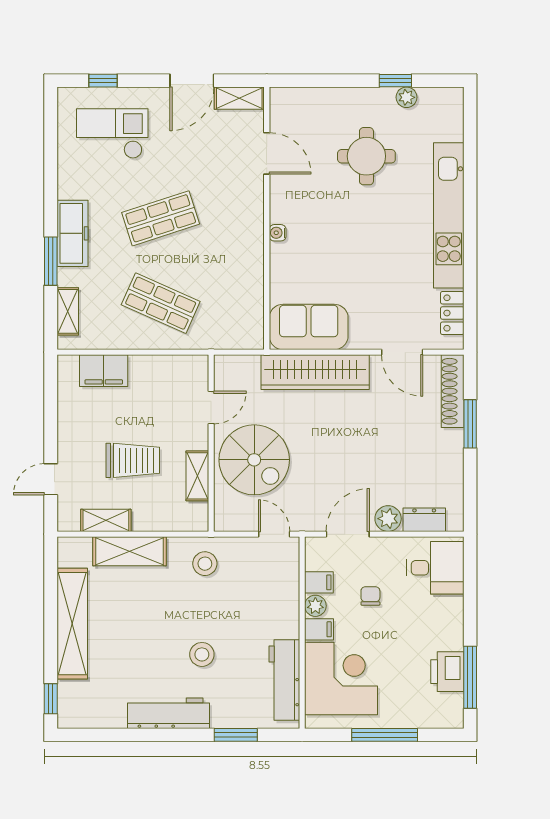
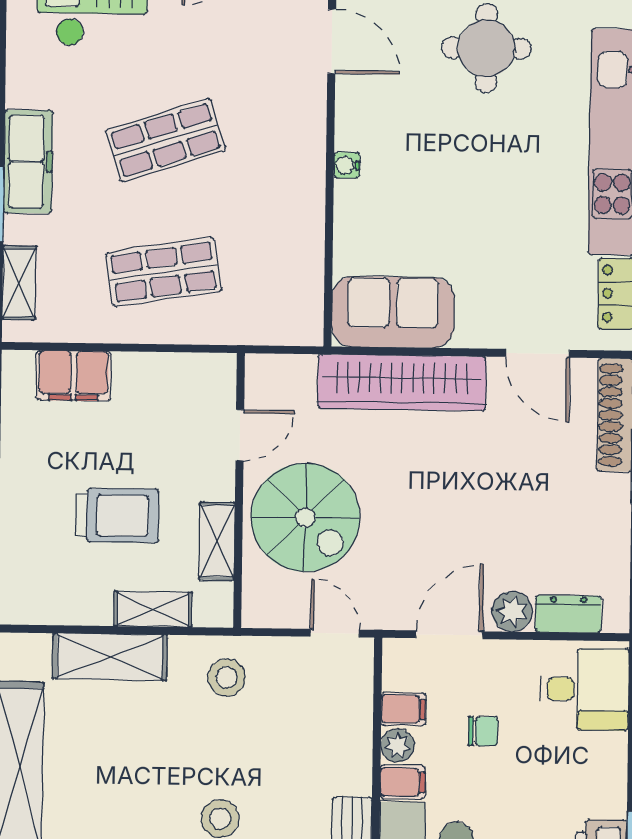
shop shelf: (161, 303) -> (164, 272), turned -33
shelving: (106, 520) -> (153, 609), moved
chair: (370, 596) -> (483, 731), turned 90

